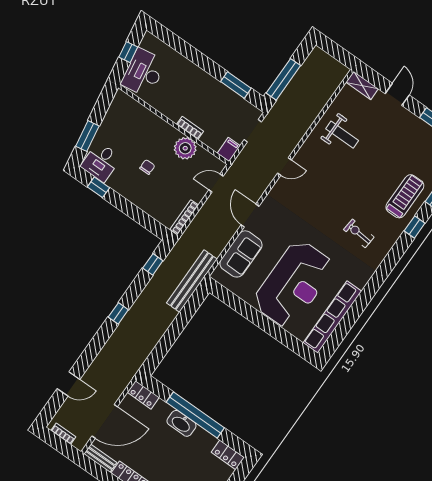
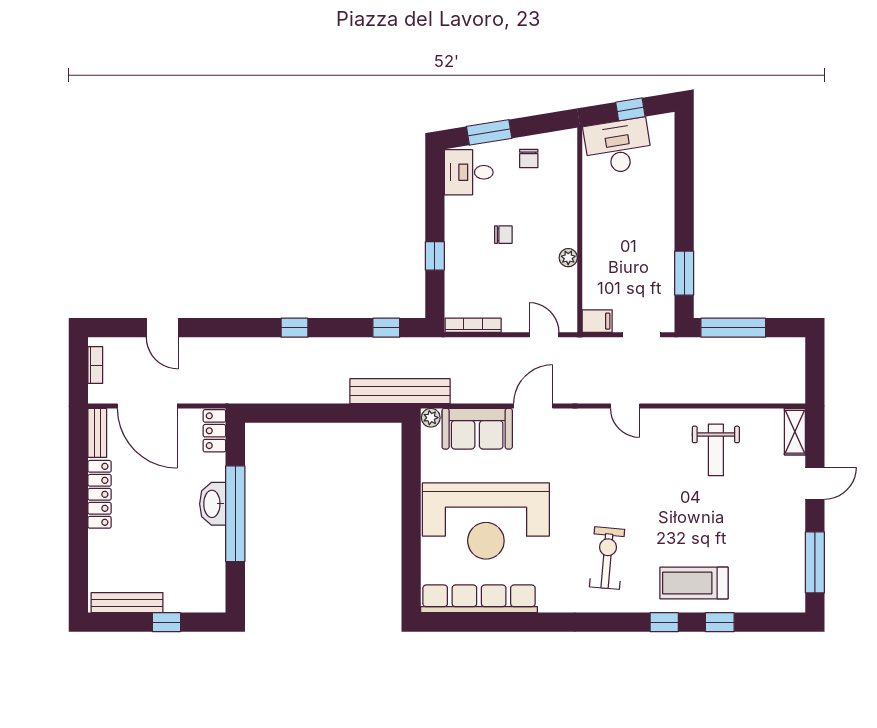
chair: (116, 125) -> (529, 158), added
bookcase: (190, 128) -> (590, 254), removed
plant: (185, 148) -> (568, 258), width x0.53, depth x0.53
window: (98, 187) -> (435, 256), moved
treadmill: (405, 196) -> (694, 583), turned 180
exercise bike: (359, 233) -> (607, 558), width x1.38, depth x1.39
plant: (218, 275) -> (431, 418), added
locker: (228, 455) -> (214, 590), removed

